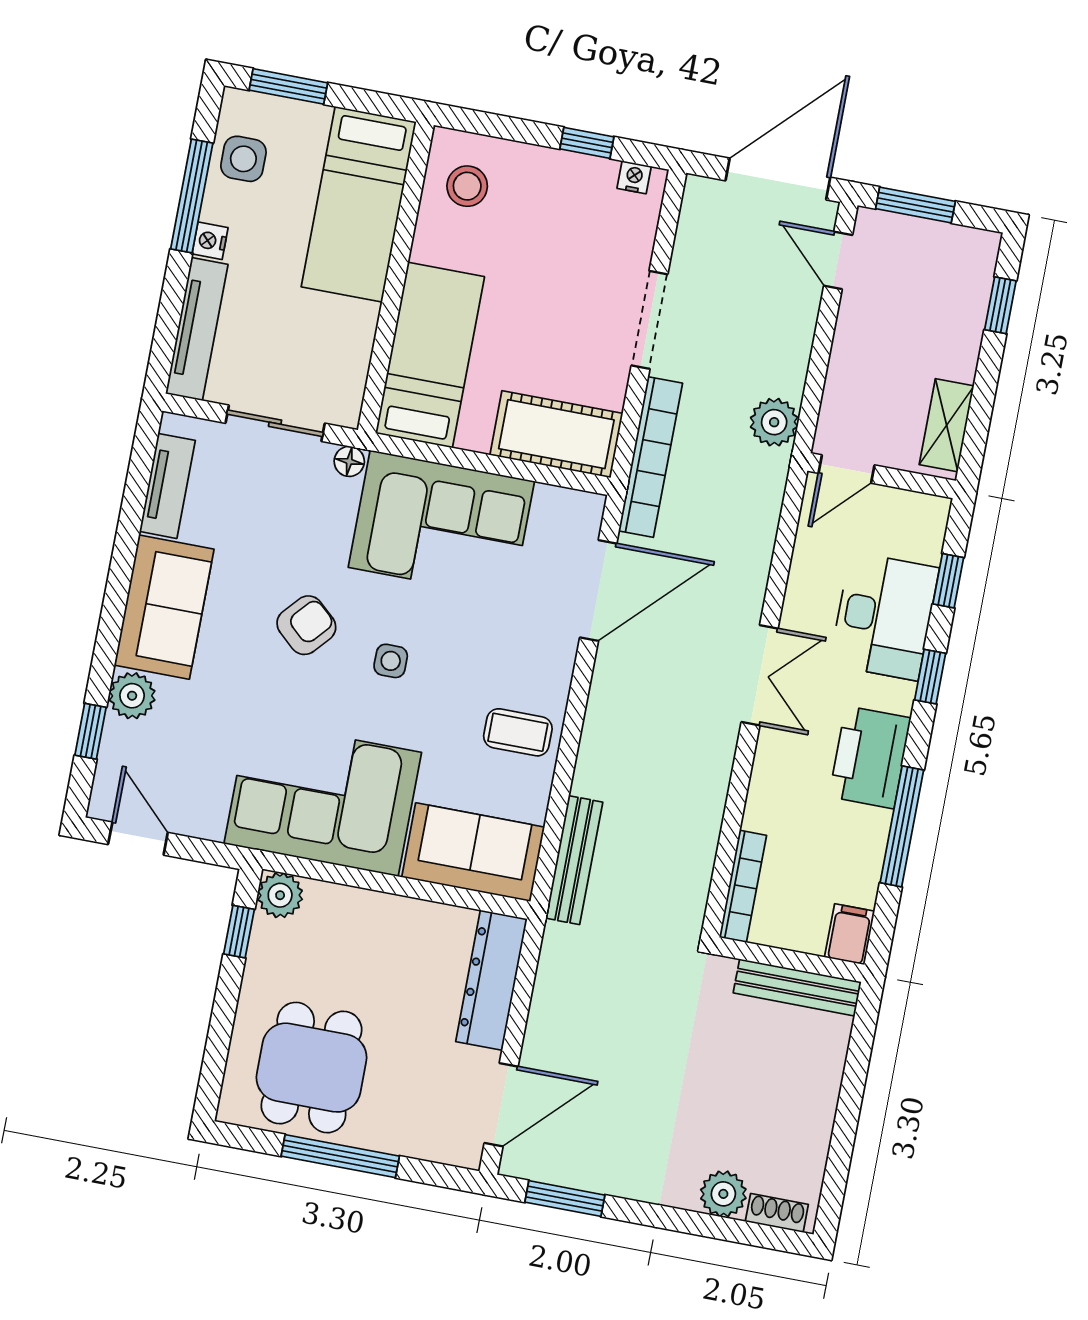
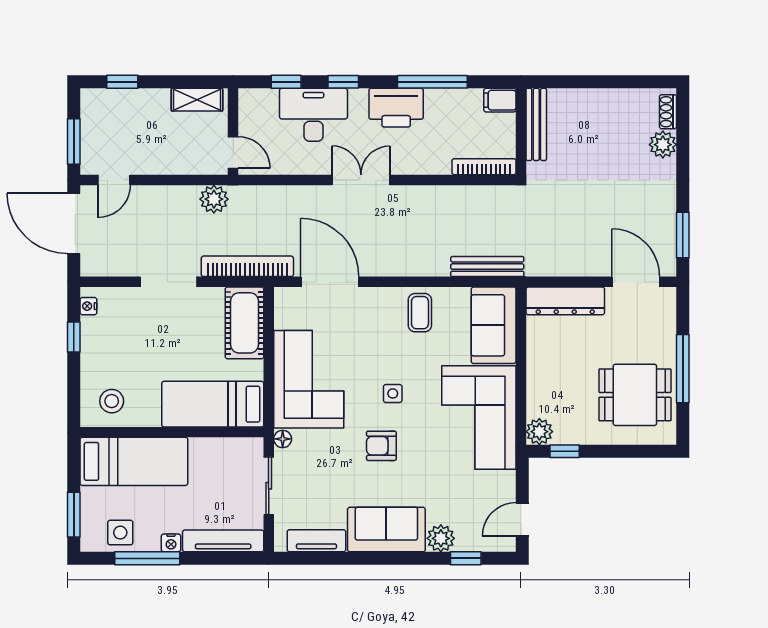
armchair: (306, 625) -> (381, 446), turned -42

